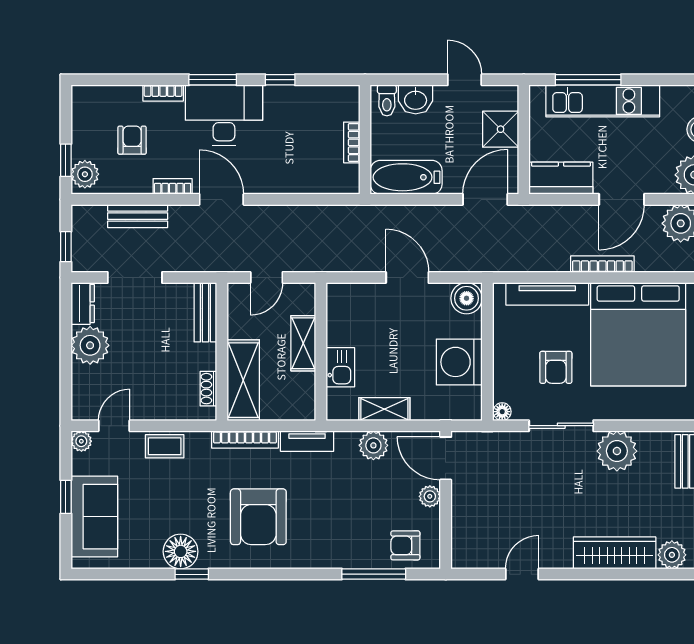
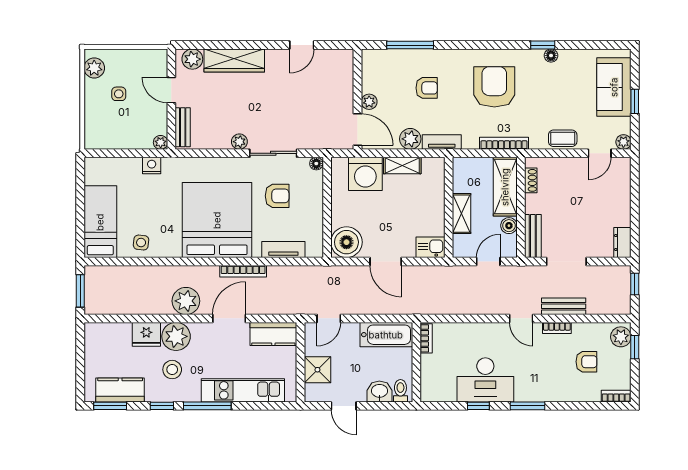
window: (588, 80) -> (207, 406), moved
bookcase: (163, 93) -> (616, 396), moved
desk: (224, 115) -> (485, 380), moved
armchair: (132, 140) -> (586, 362), turned -90
bookcase: (352, 142) -> (426, 338), moved
door: (221, 199) -> (521, 318), width x0.73
door: (485, 199) -> (329, 318), width x0.73
bench: (138, 216) -> (564, 306), moved
doorway: (135, 277) -> (566, 262), moved
tv unit: (547, 294) -> (283, 250), width x0.71
boiler: (467, 298) -> (346, 242), width x1.37, depth x1.37
boiler: (238, 327) -> (509, 226), added
plant: (90, 345) -> (617, 212), removed
washing machine: (459, 362) -> (365, 174), moved, turned 90
kitchen sink: (340, 367) -> (430, 247), moved, turned 90
armchair: (556, 367) -> (277, 196), turned 90
tv unit: (307, 441) -> (442, 142), moved
plant: (617, 451) -> (239, 142), width x0.53, depth x0.53
armchair: (405, 545) -> (427, 88), moved
floor lamp: (181, 551) -> (551, 56), width x0.53, depth x0.53

